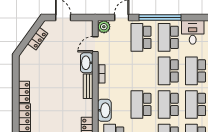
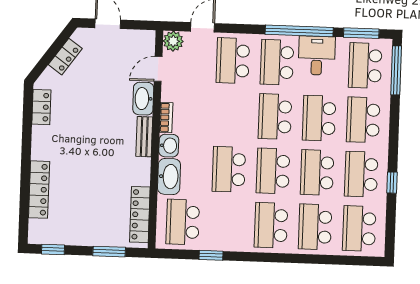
window: (160, 17) -> (299, 31), moved
washbasin: (103, 91) -> (169, 146), added
locker: (24, 92) -> (41, 107), moved

